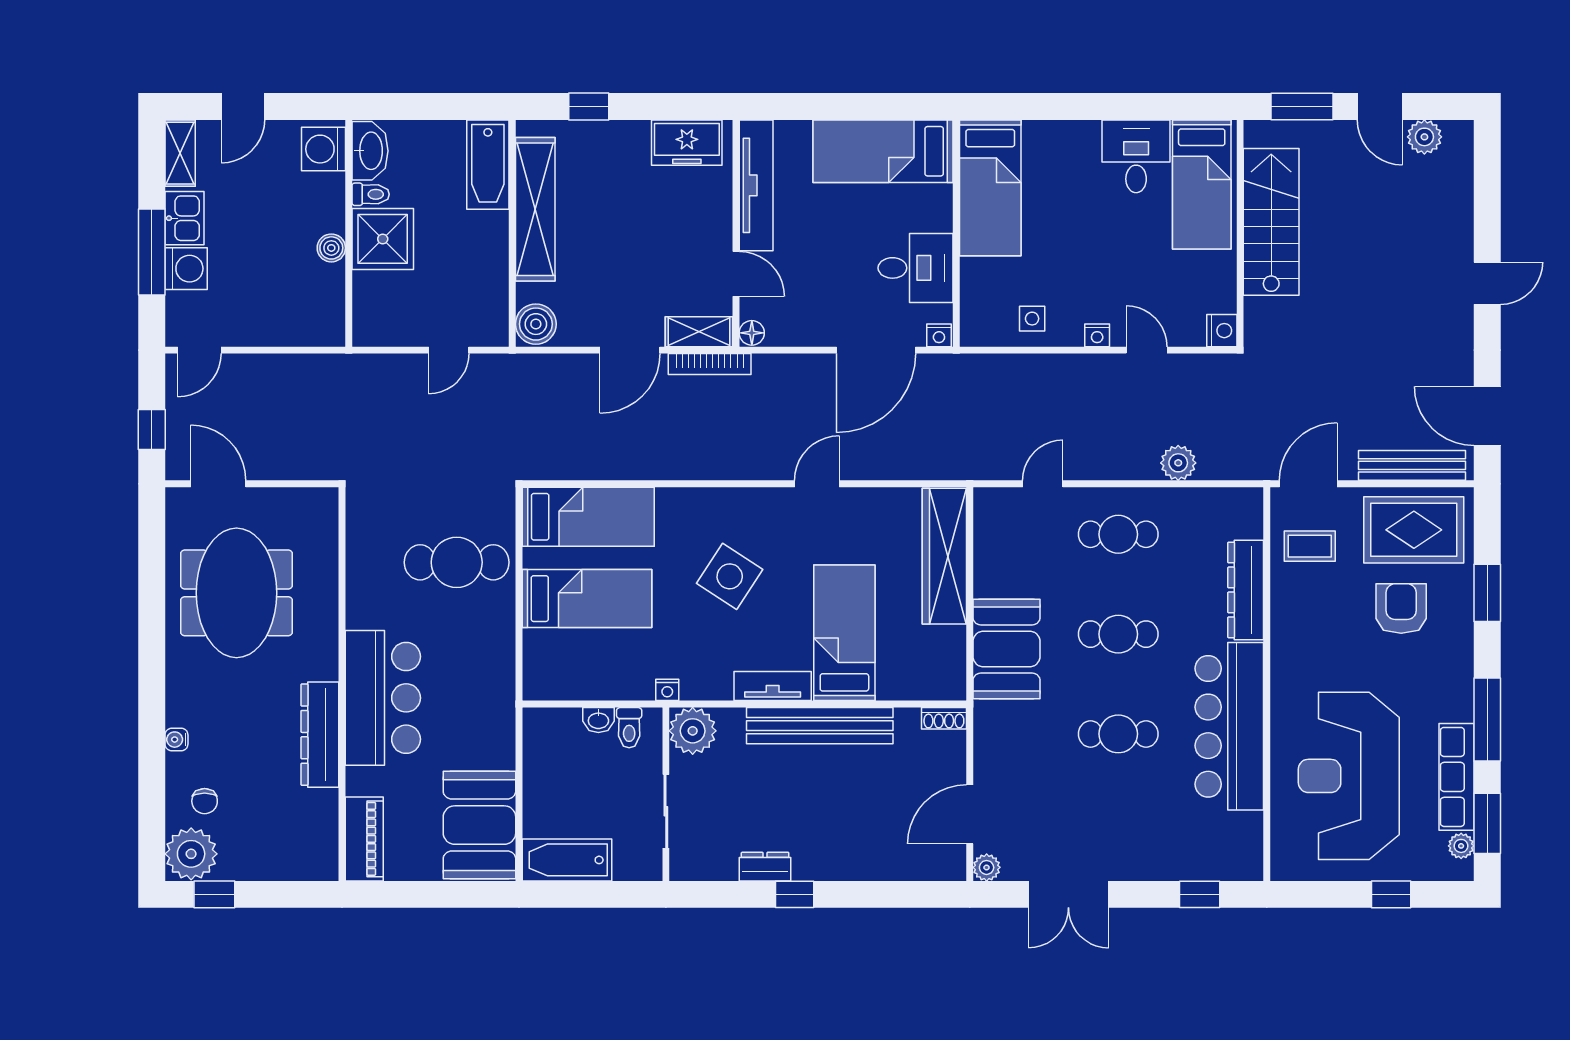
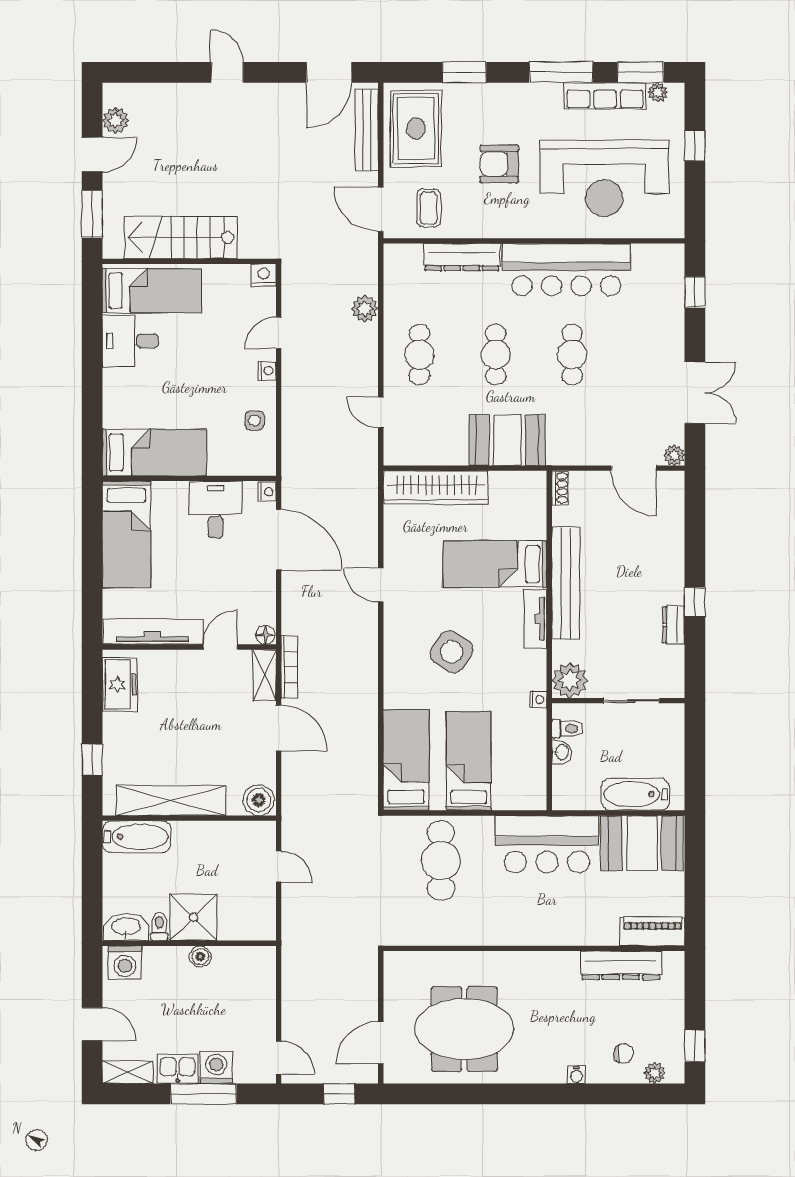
armchair: (1401, 609) -> (499, 164), moved
bar counter: (383, 698) -> (547, 844), moved, turned 180
dresser: (320, 735) -> (621, 965), moved
plant: (191, 854) -> (655, 1073), width x0.53, depth x0.53
bathtub: (567, 860) -> (635, 794), moved, turned 90

